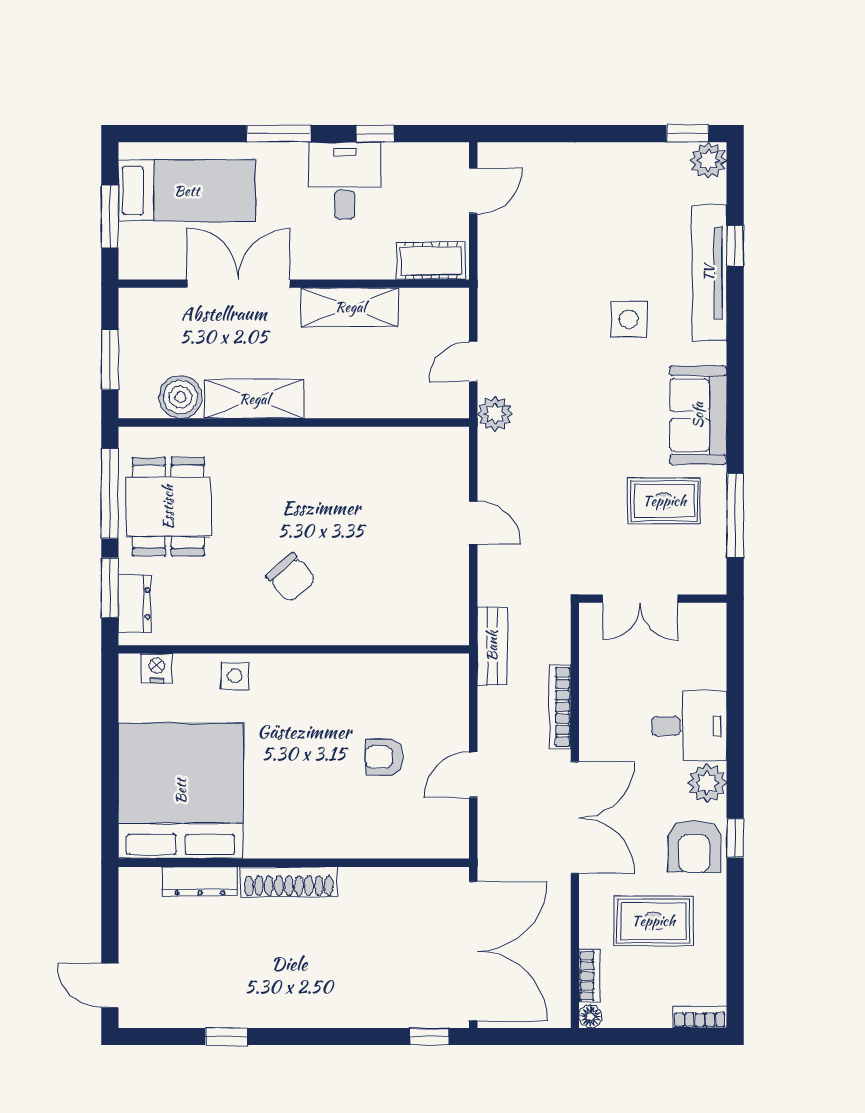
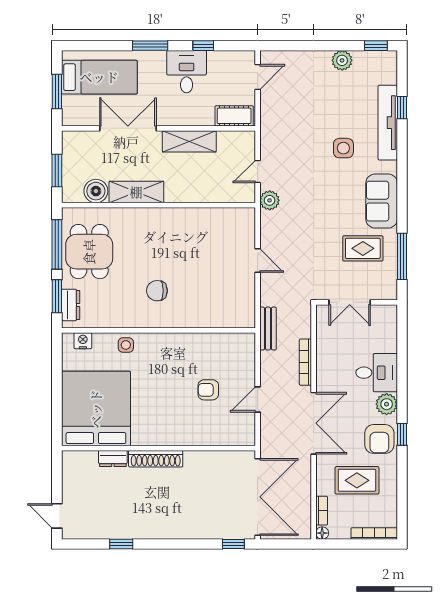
plant: (708, 160) -> (342, 60), moved
chair: (291, 577) -> (157, 291), turned 132
dresser: (200, 881) -> (113, 458), width x0.70
bookcase: (700, 1017) -> (374, 533), width x1.56

